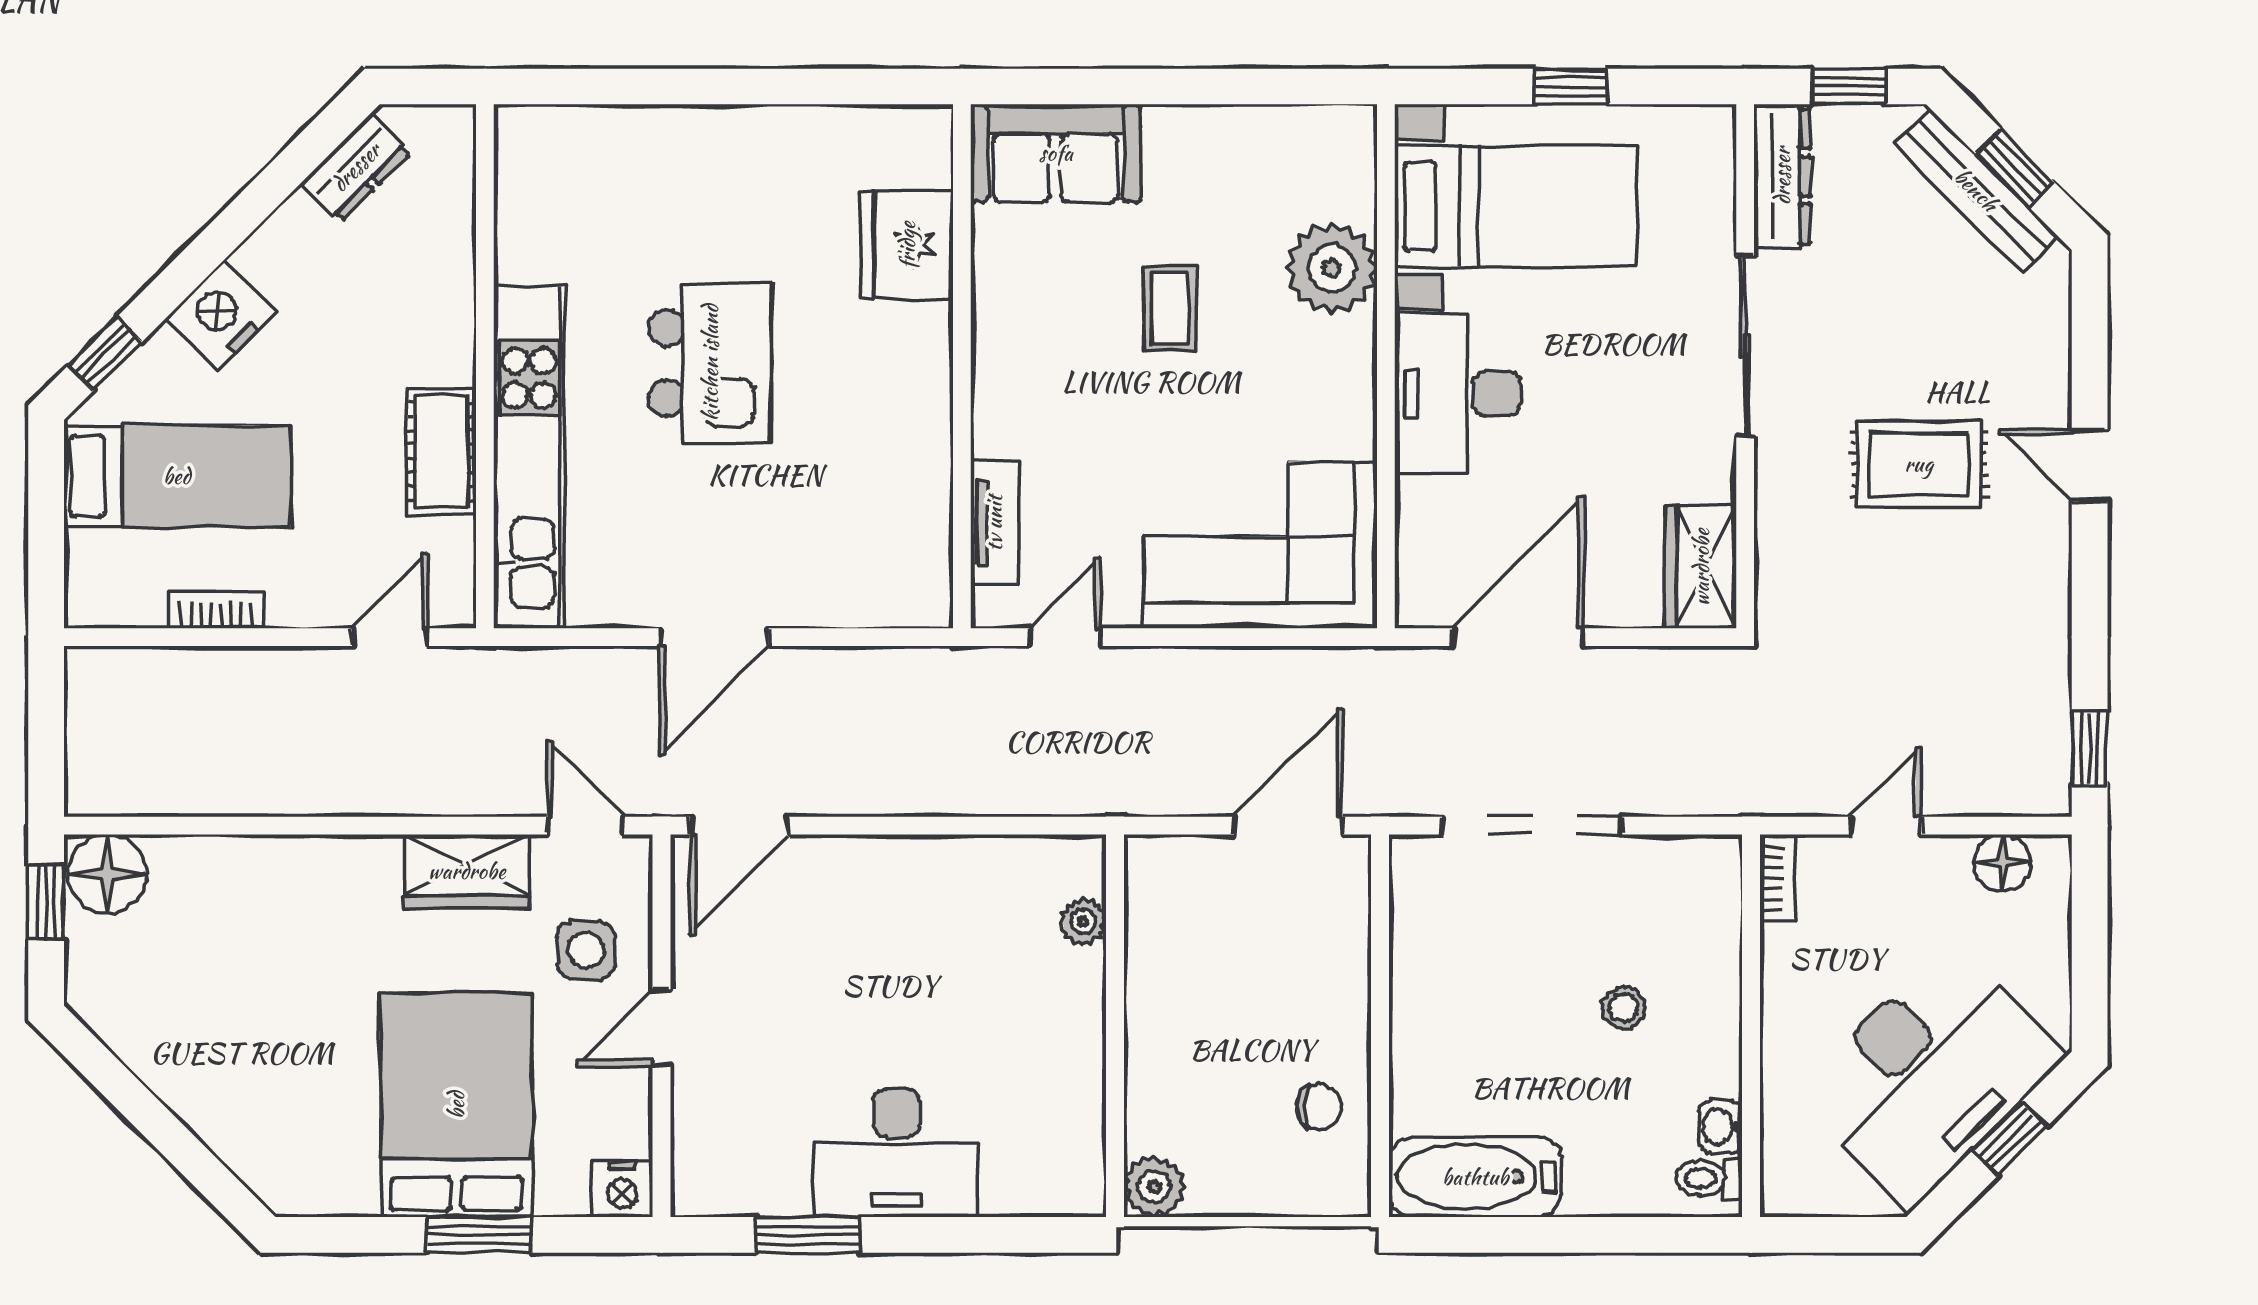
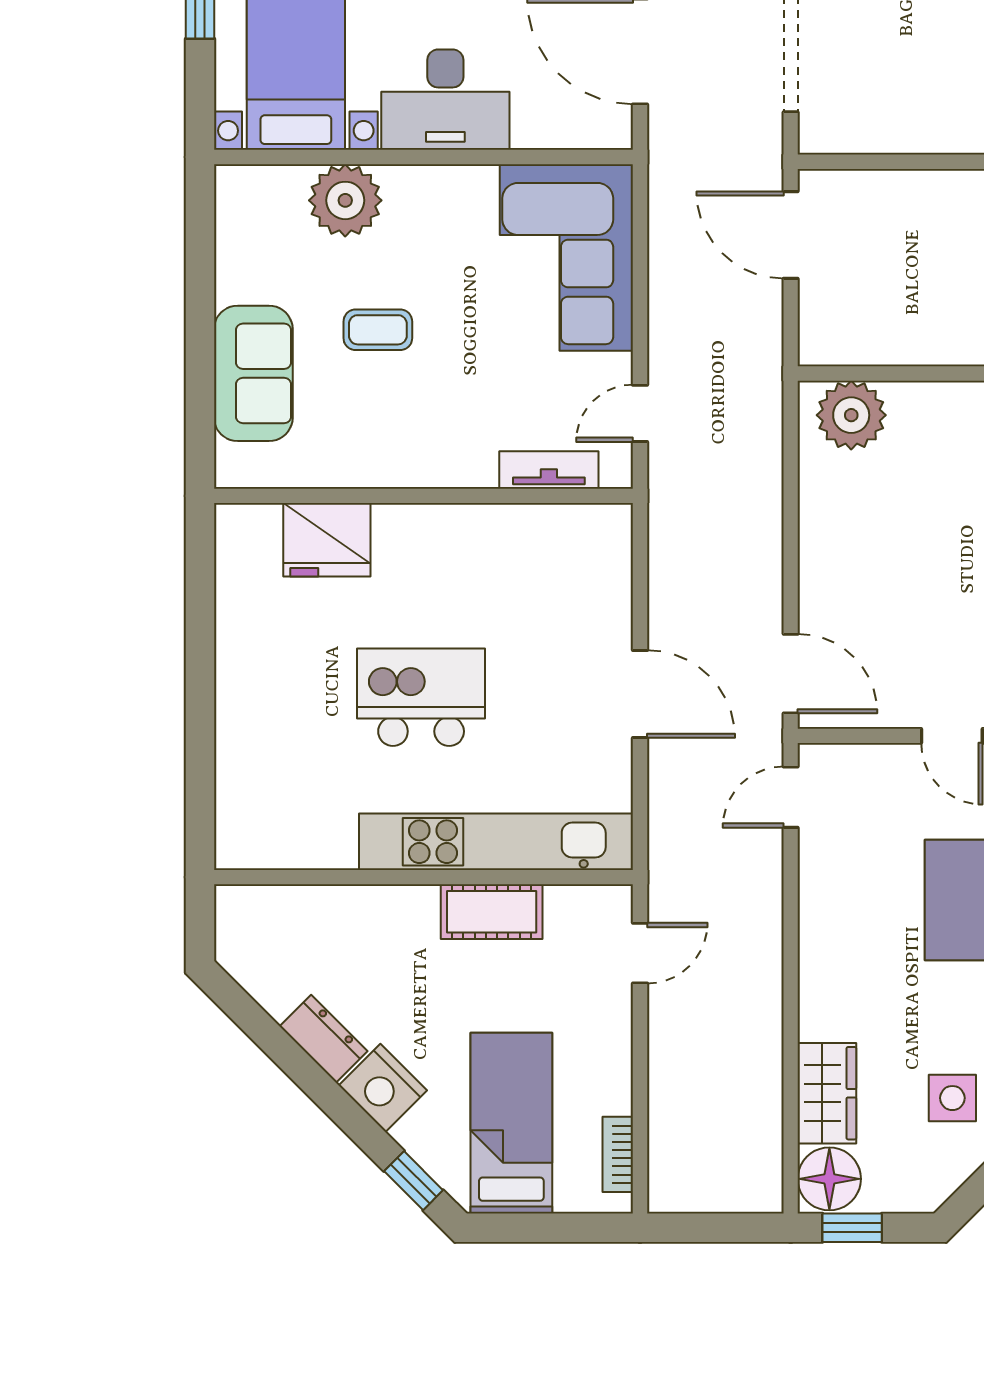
sofa: (1056, 153) -> (253, 373), moved
dresser: (356, 167) -> (323, 1039), moved
bookcase: (216, 609) -> (618, 1154), moved
door: (390, 637) -> (640, 953), swing flipped
door: (1065, 637) -> (640, 413), hinge flipped
wardrobe: (467, 871) -> (827, 1093), moved
plant: (1083, 922) -> (851, 415), width x1.88, depth x1.88
side table: (586, 950) -> (952, 1098), moved

